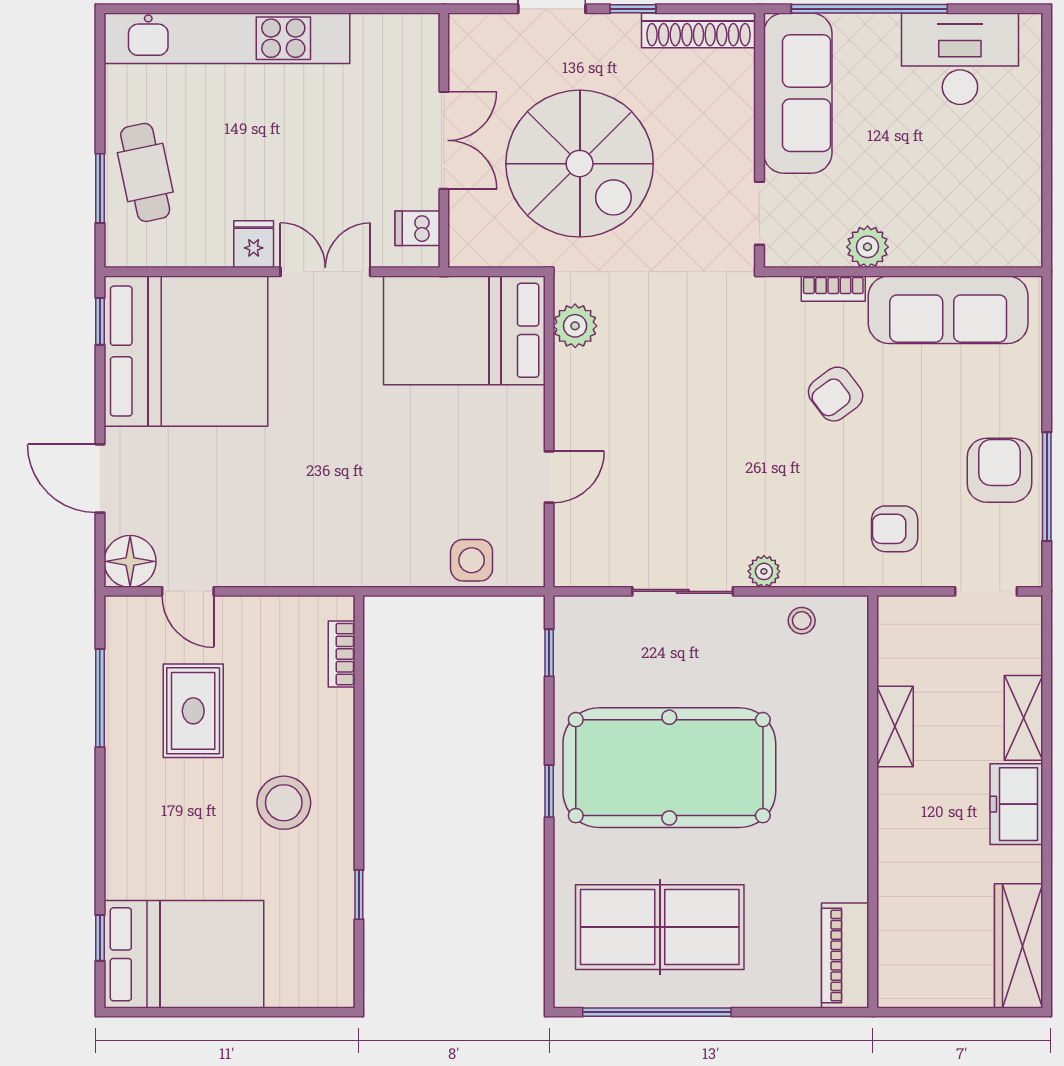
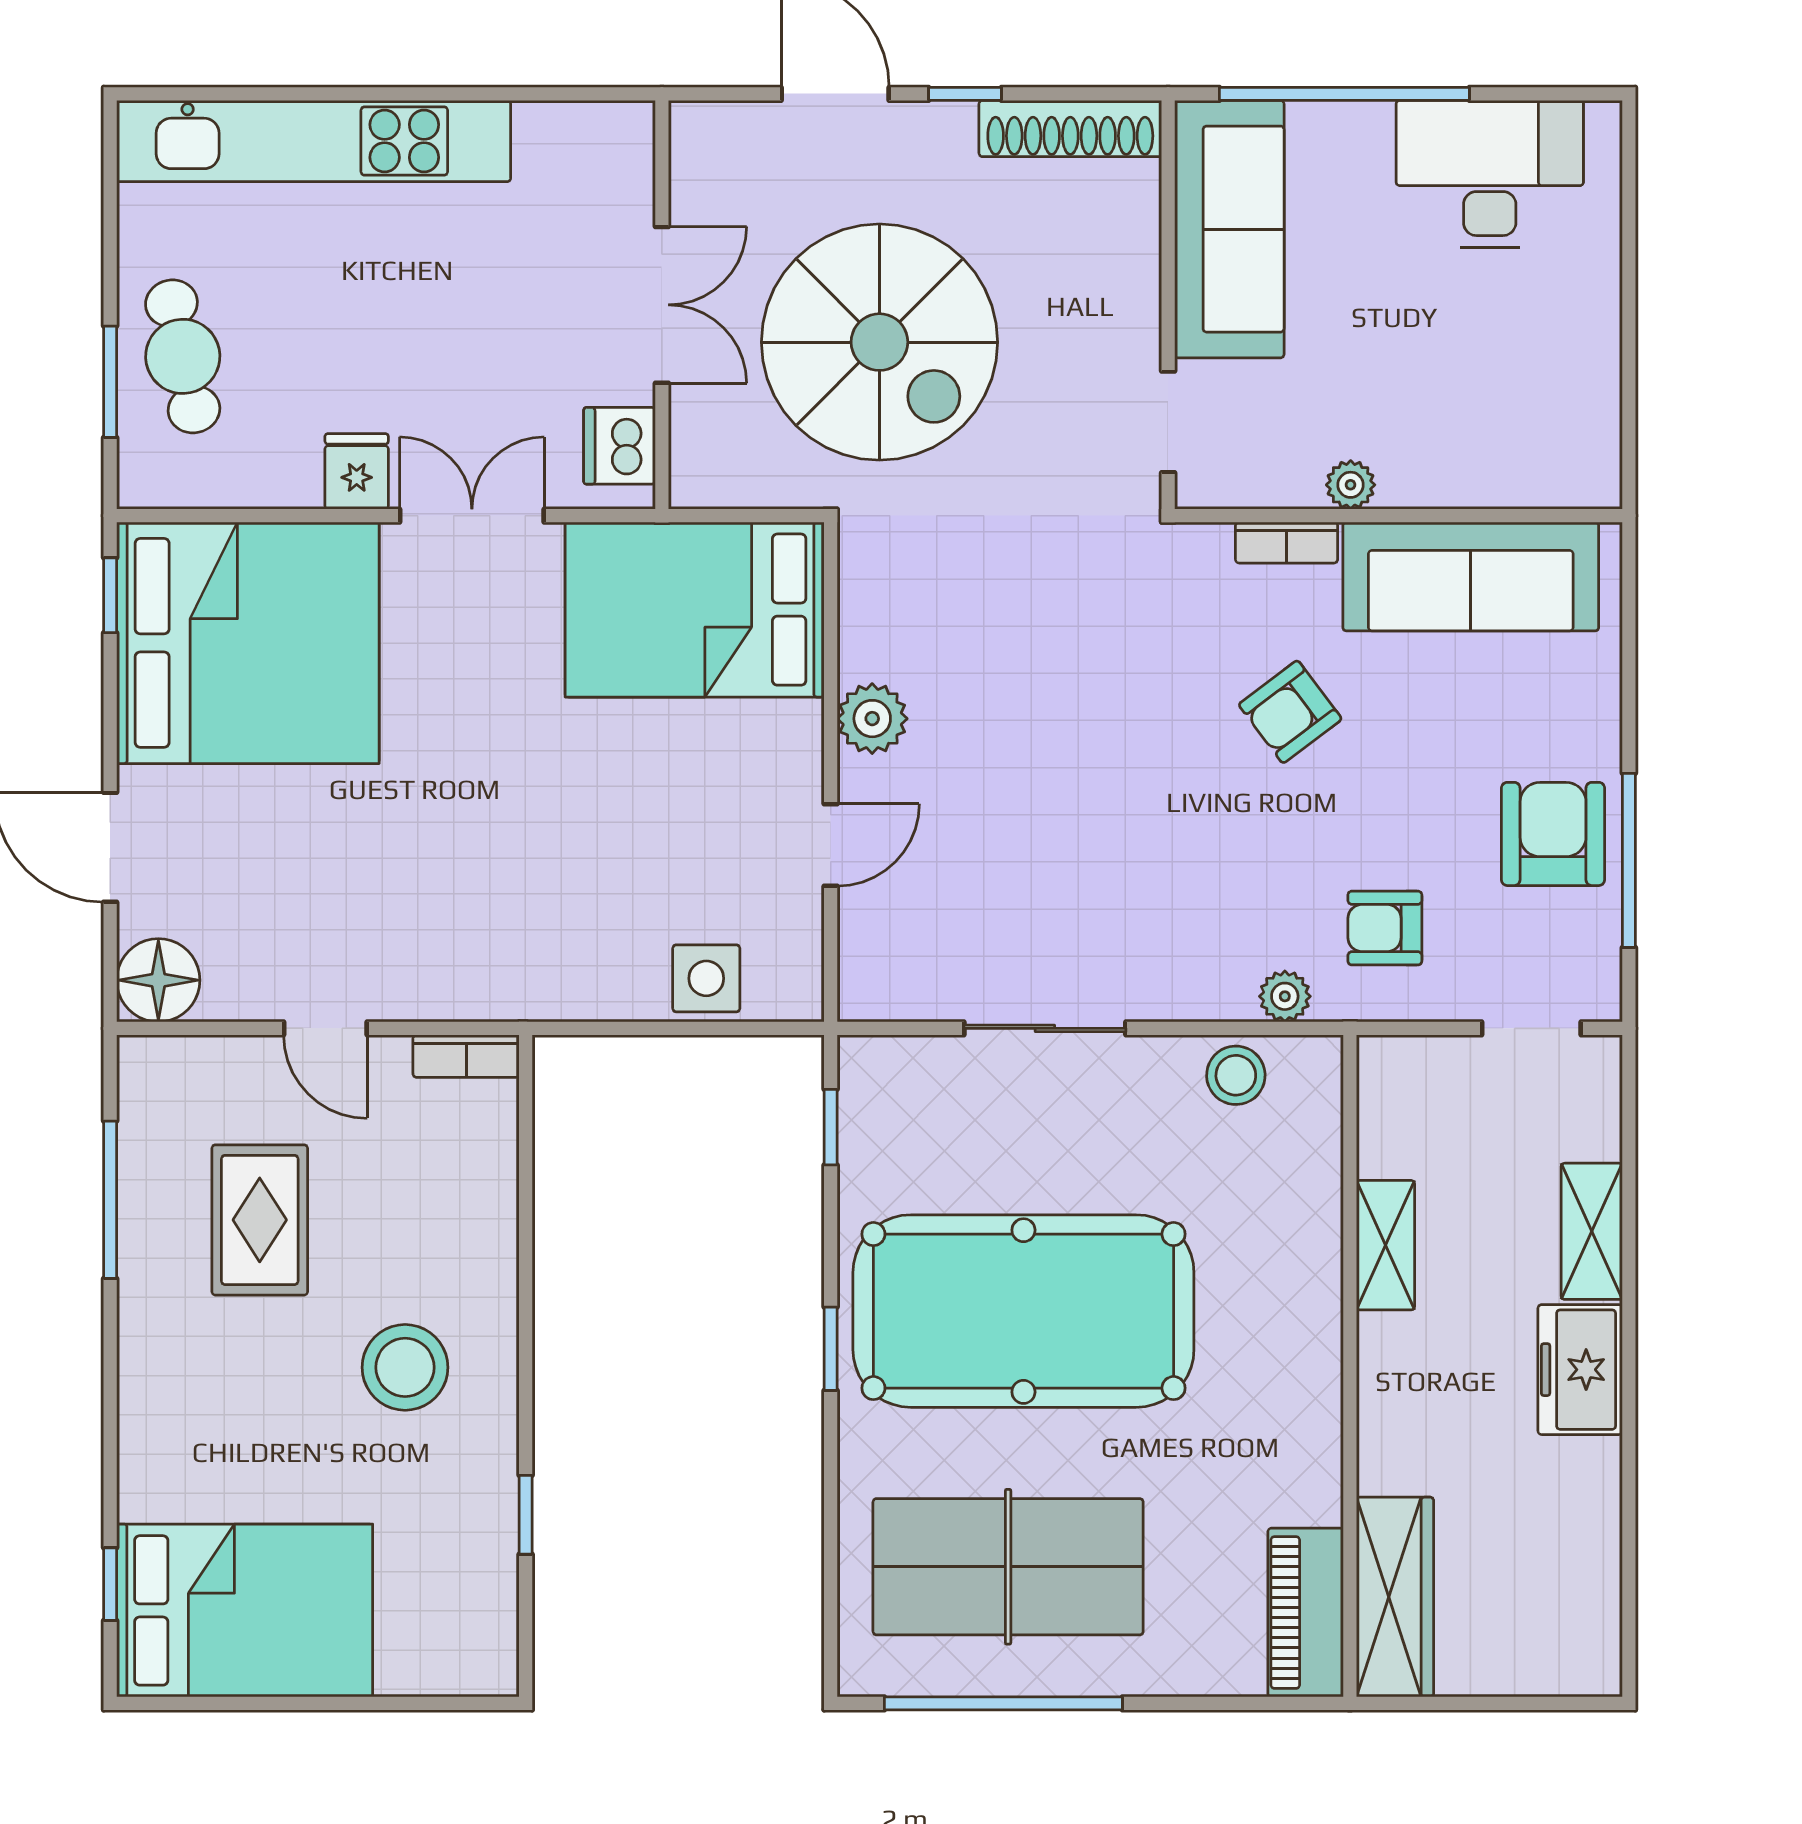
dishwasher: (417, 228) -> (619, 446), width x1.38
plant: (868, 247) -> (1351, 485), width x0.73, depth x0.73
plant: (575, 326) -> (872, 719), moved
plant: (764, 571) -> (1285, 996), moved
door: (188, 591) -> (325, 1028), moved
stool: (802, 621) -> (1236, 1075), width x1.37, depth x1.37
bookcase: (342, 654) -> (466, 1056), moved, turned -90
wardrobe: (1019, 946) -> (1395, 1597), moved, turned 180

